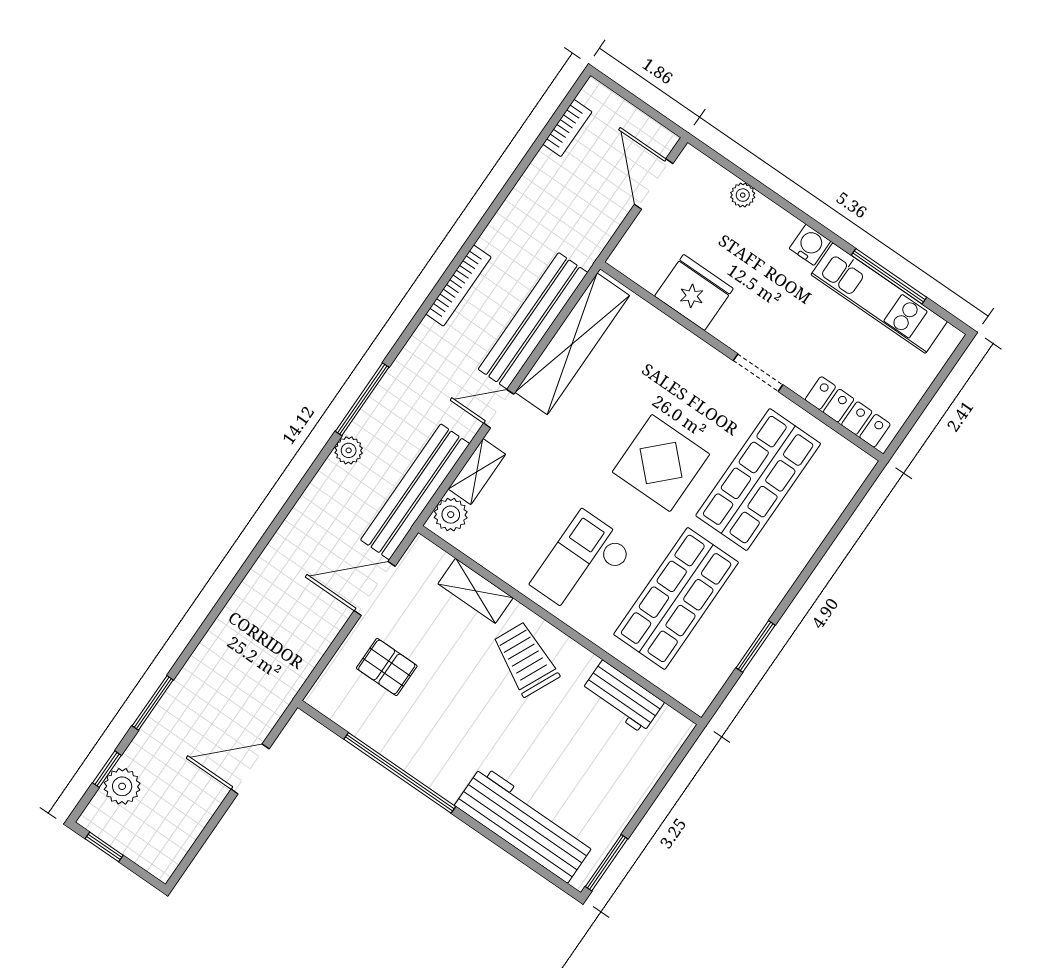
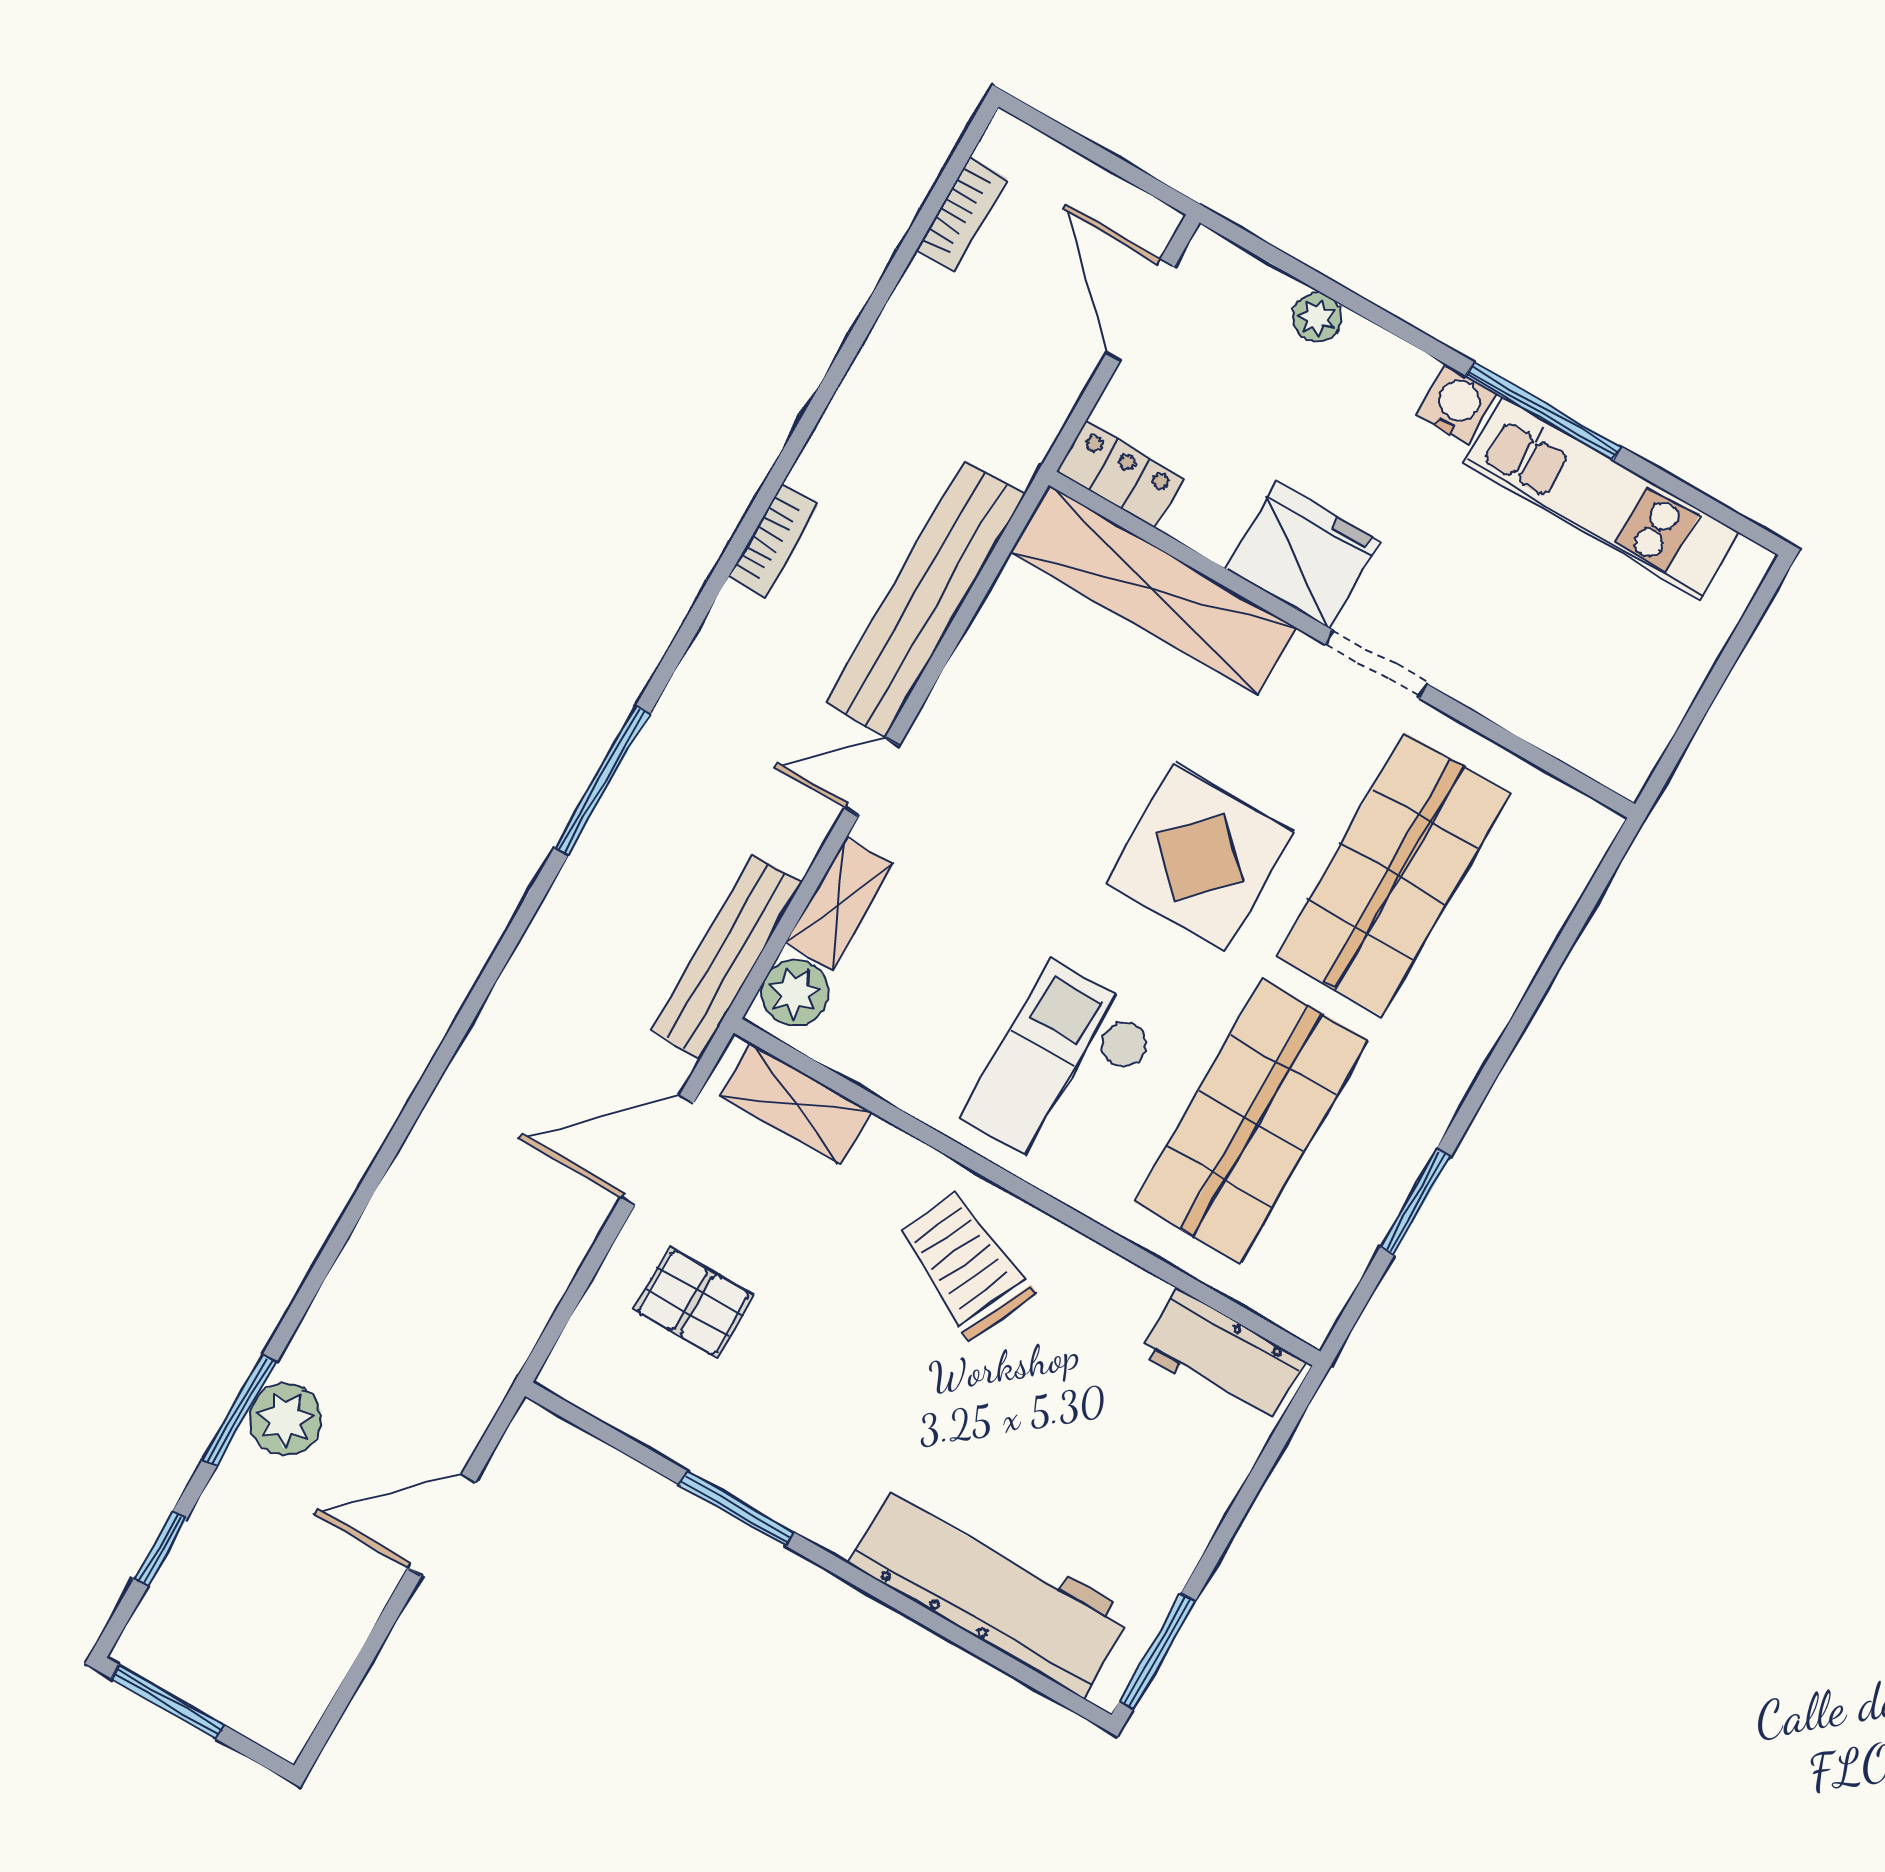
window: (889, 276) -> (1544, 411), moved
bookcase: (458, 286) -> (773, 541), width x0.64
fridge: (694, 292) -> (1303, 555), moved
shelving: (572, 344) -> (1153, 590), moved, turned 90
locker: (848, 412) -> (1120, 475), moved, width x0.66
plant: (349, 450) -> (584, 883), removed
bench: (415, 492) -> (727, 957), width x0.73, depth x0.82
shelving: (475, 591) -> (796, 1104), moved
workbench: (623, 697) -> (1222, 1357), moved
window: (400, 773) -> (736, 1508), width x0.47
plant: (122, 786) -> (285, 1419), moved
window: (104, 847) -> (168, 1702), width x1.50

